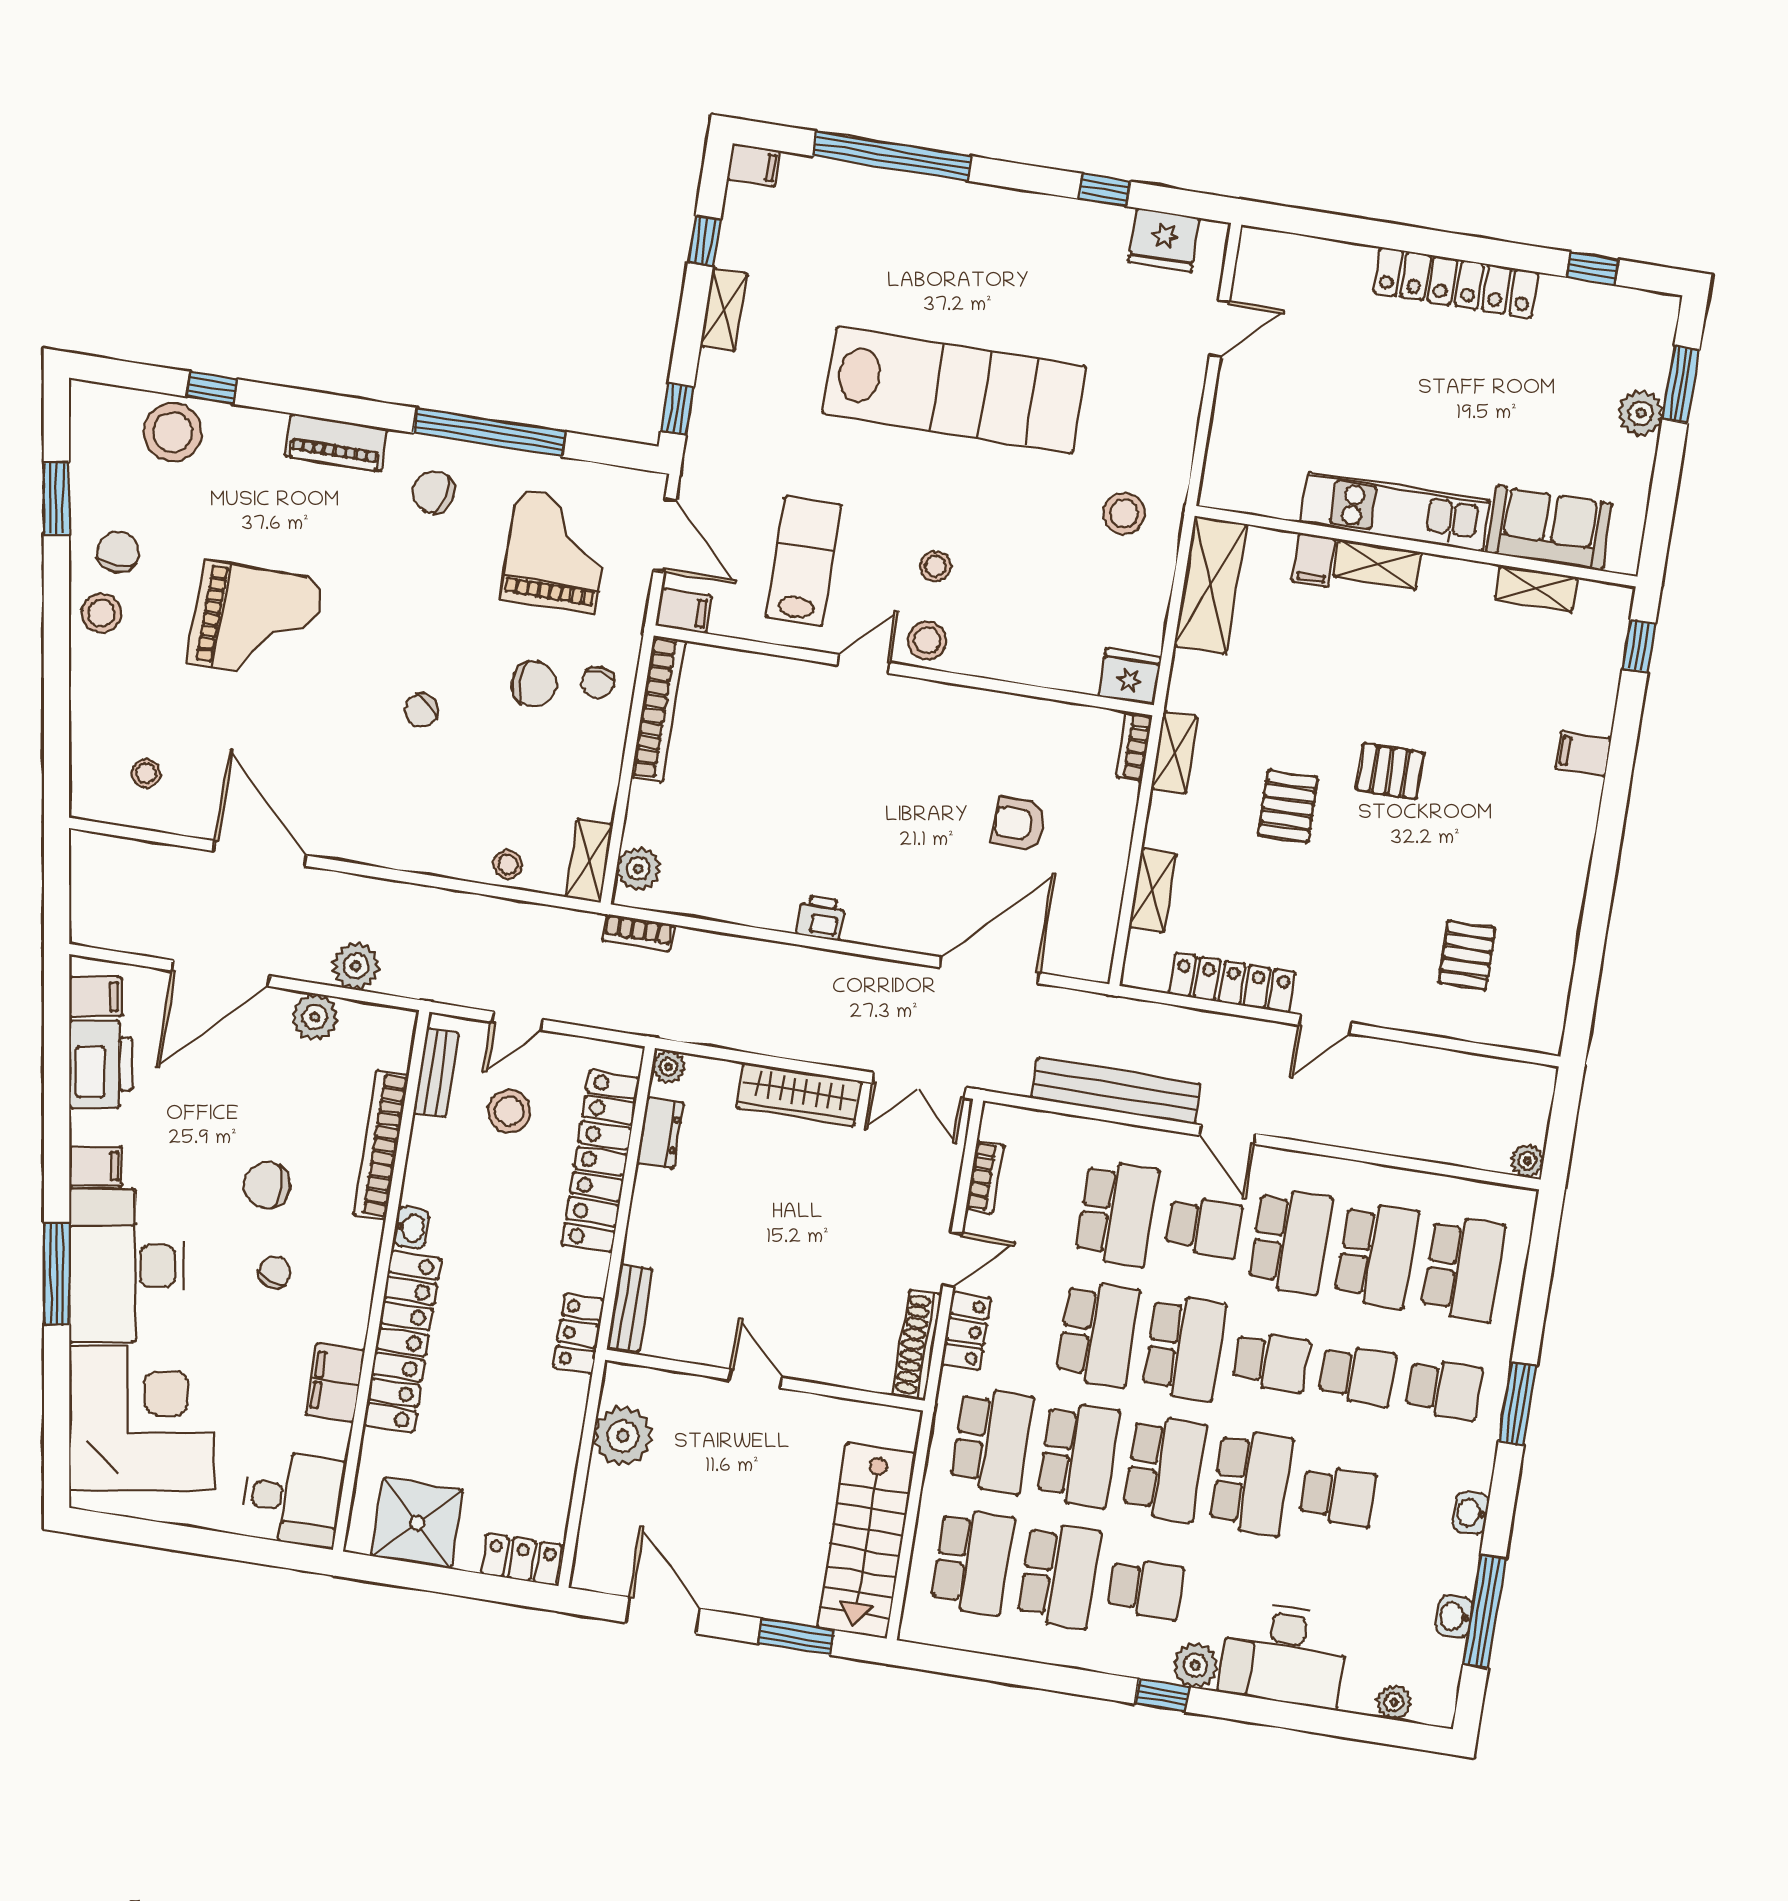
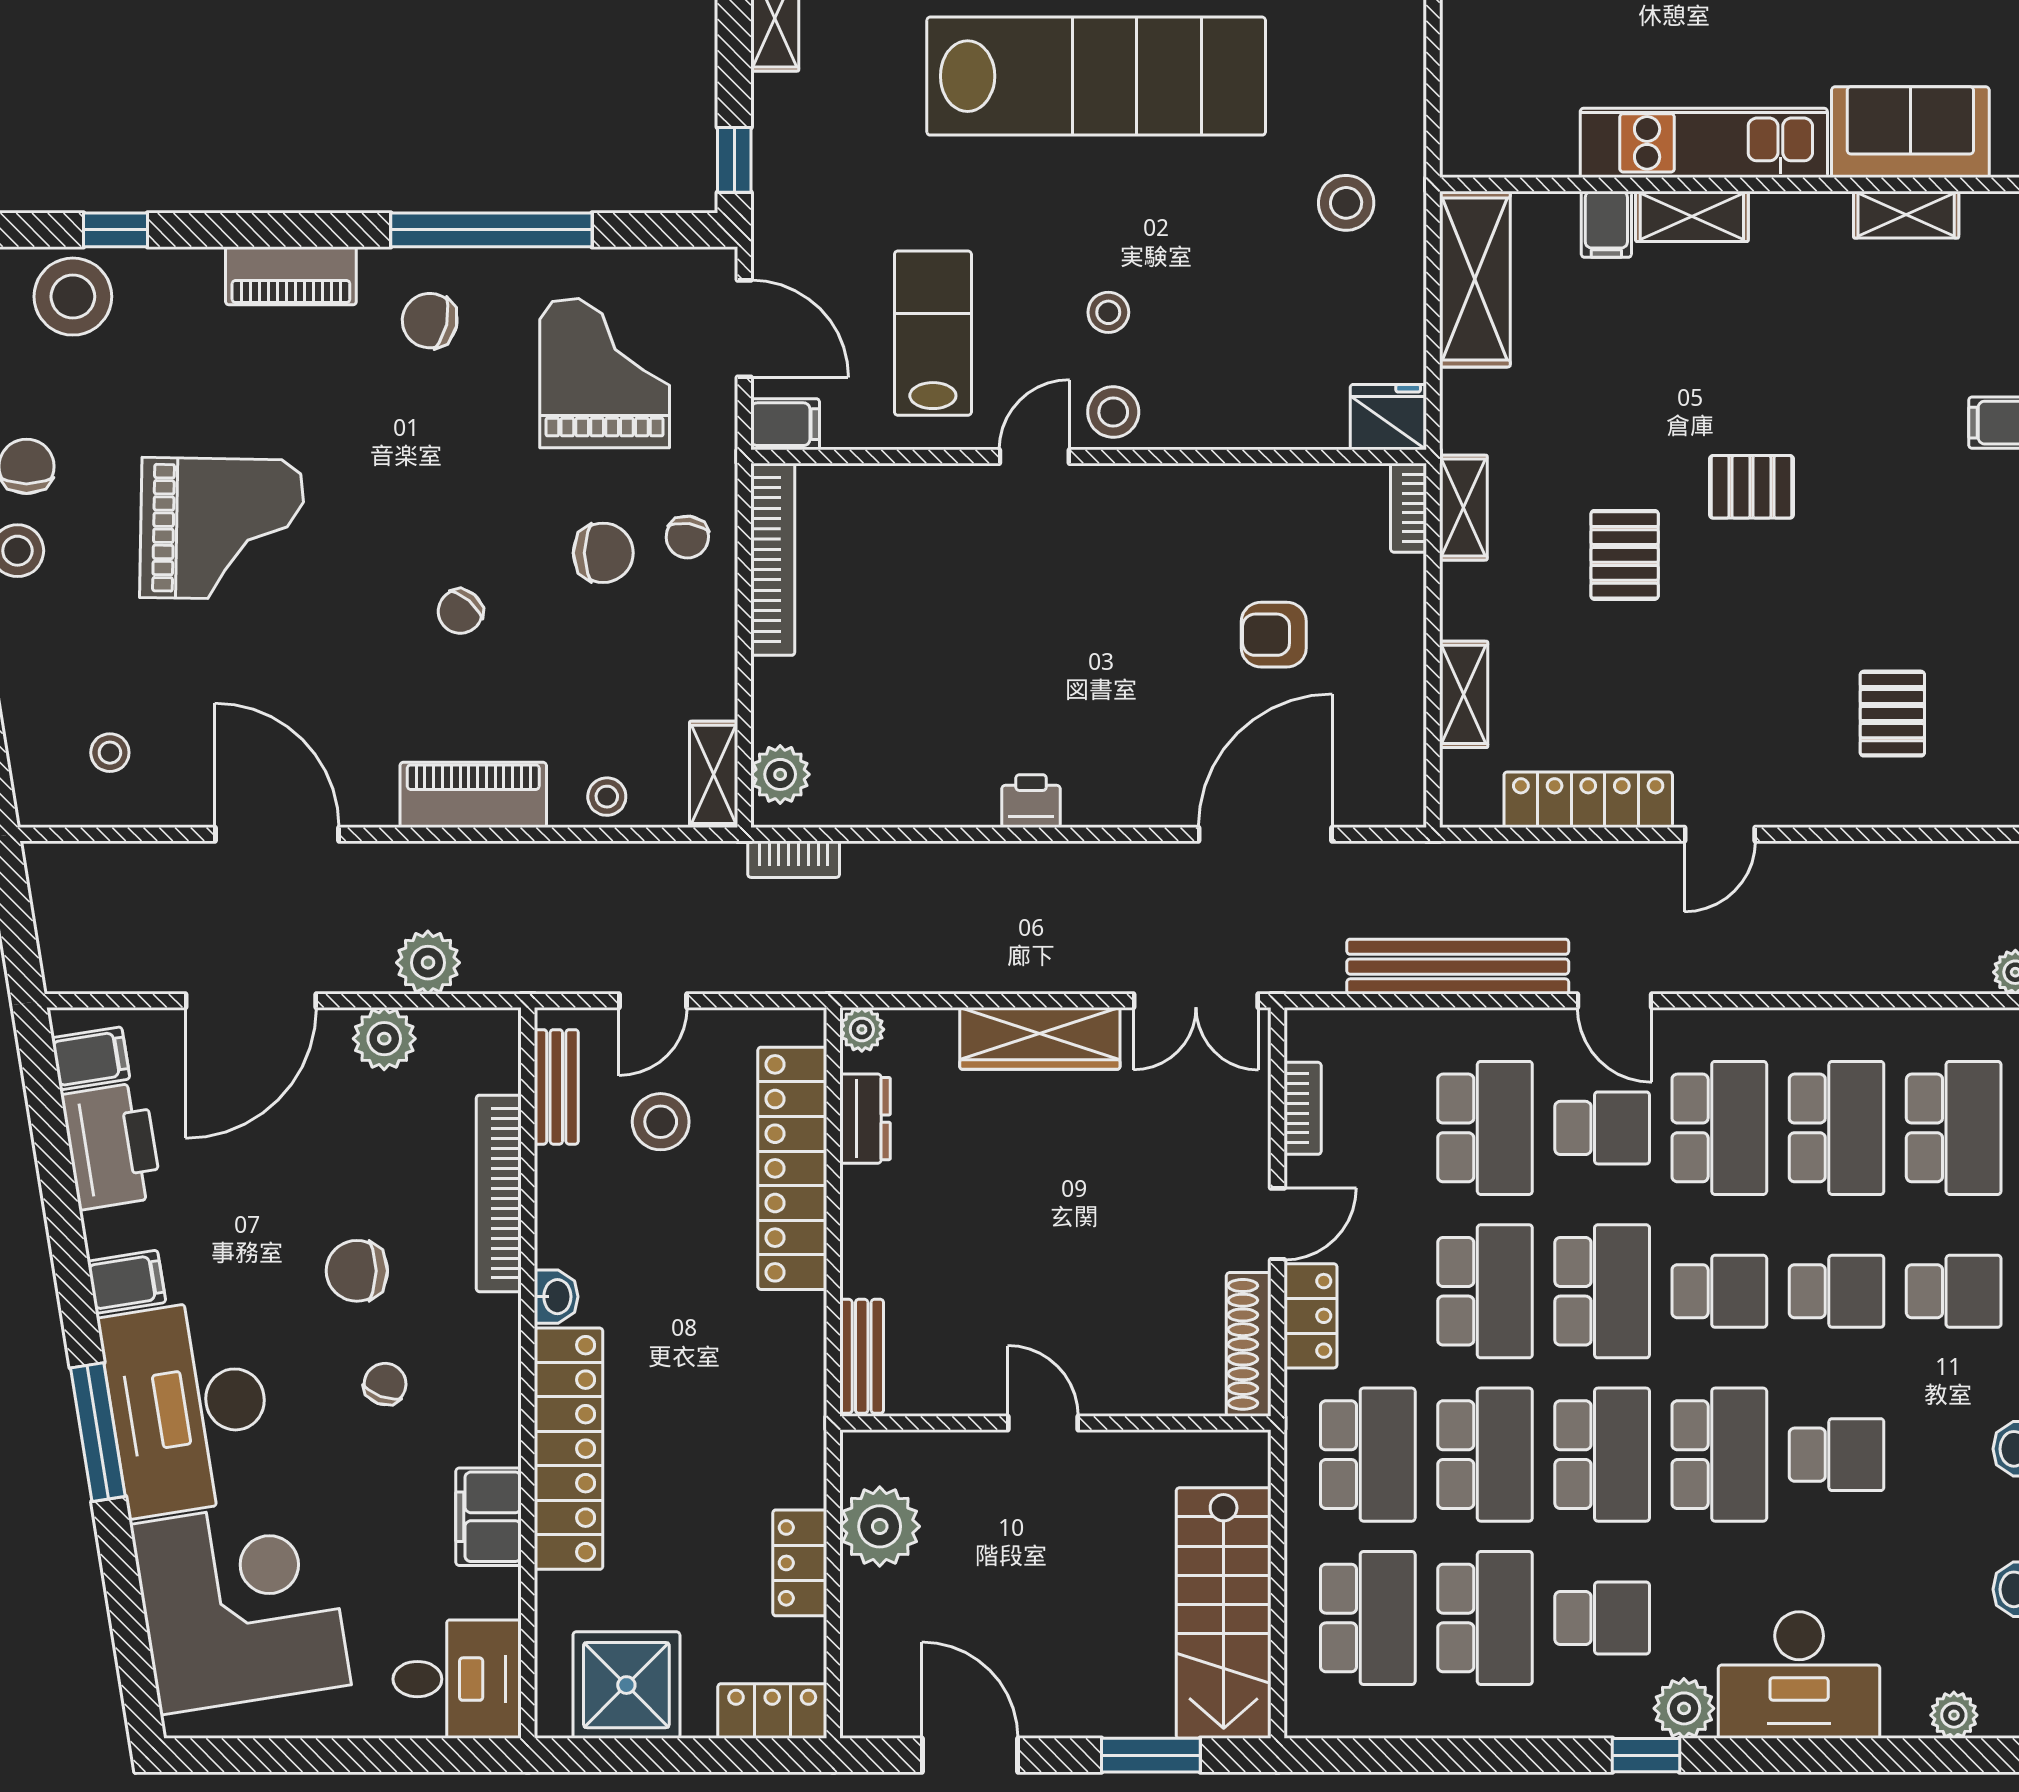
piano: (409, 847) -> (473, 795), added
locker: (579, 1333) -> (800, 1563), moved

